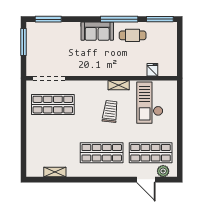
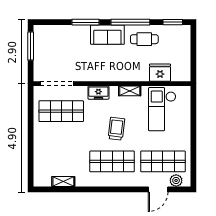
window: (48, 19) -> (86, 22), moved
window: (160, 19) -> (173, 22), width x0.69
fridge: (152, 70) -> (160, 73), width x1.88, depth x1.34
freezer: (89, 87) -> (98, 93), added
trolley: (110, 111) -> (116, 129), moved
door: (146, 180) -> (158, 189), hinge flipped

